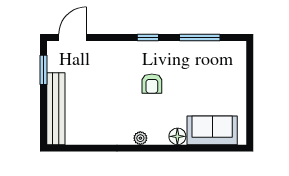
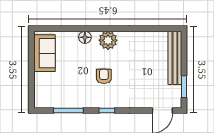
sofa: (212, 130) -> (45, 53), moved, turned -90
plant: (140, 138) -> (108, 40), width x1.88, depth x1.88

